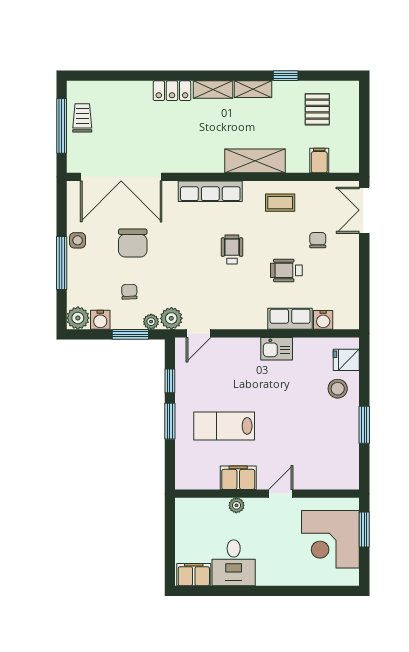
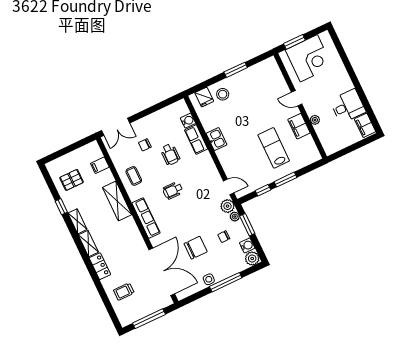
trolley: (82, 118) -> (124, 292), moved
lab bench: (224, 426) -> (274, 148), turned 180

